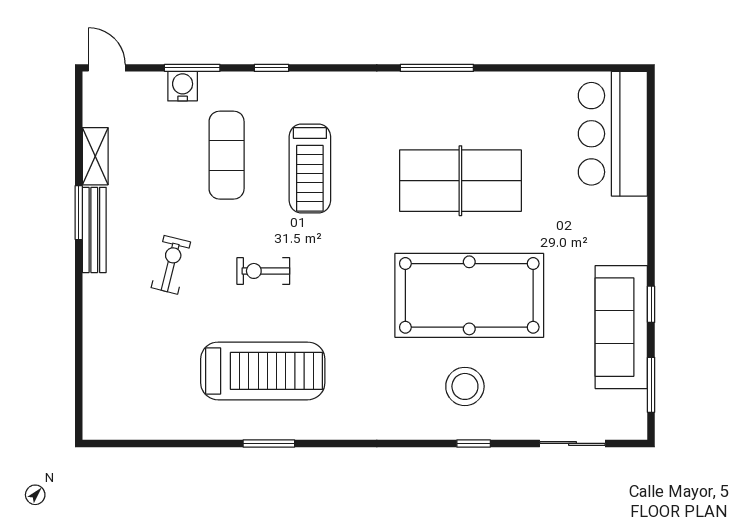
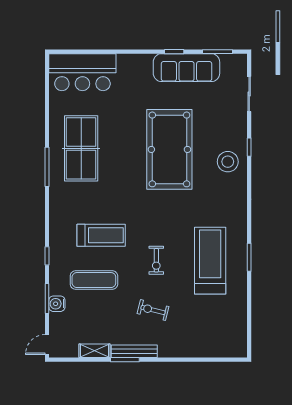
table tennis table: (460, 181) -> (81, 148), moved
stool: (465, 386) -> (228, 162), moved

